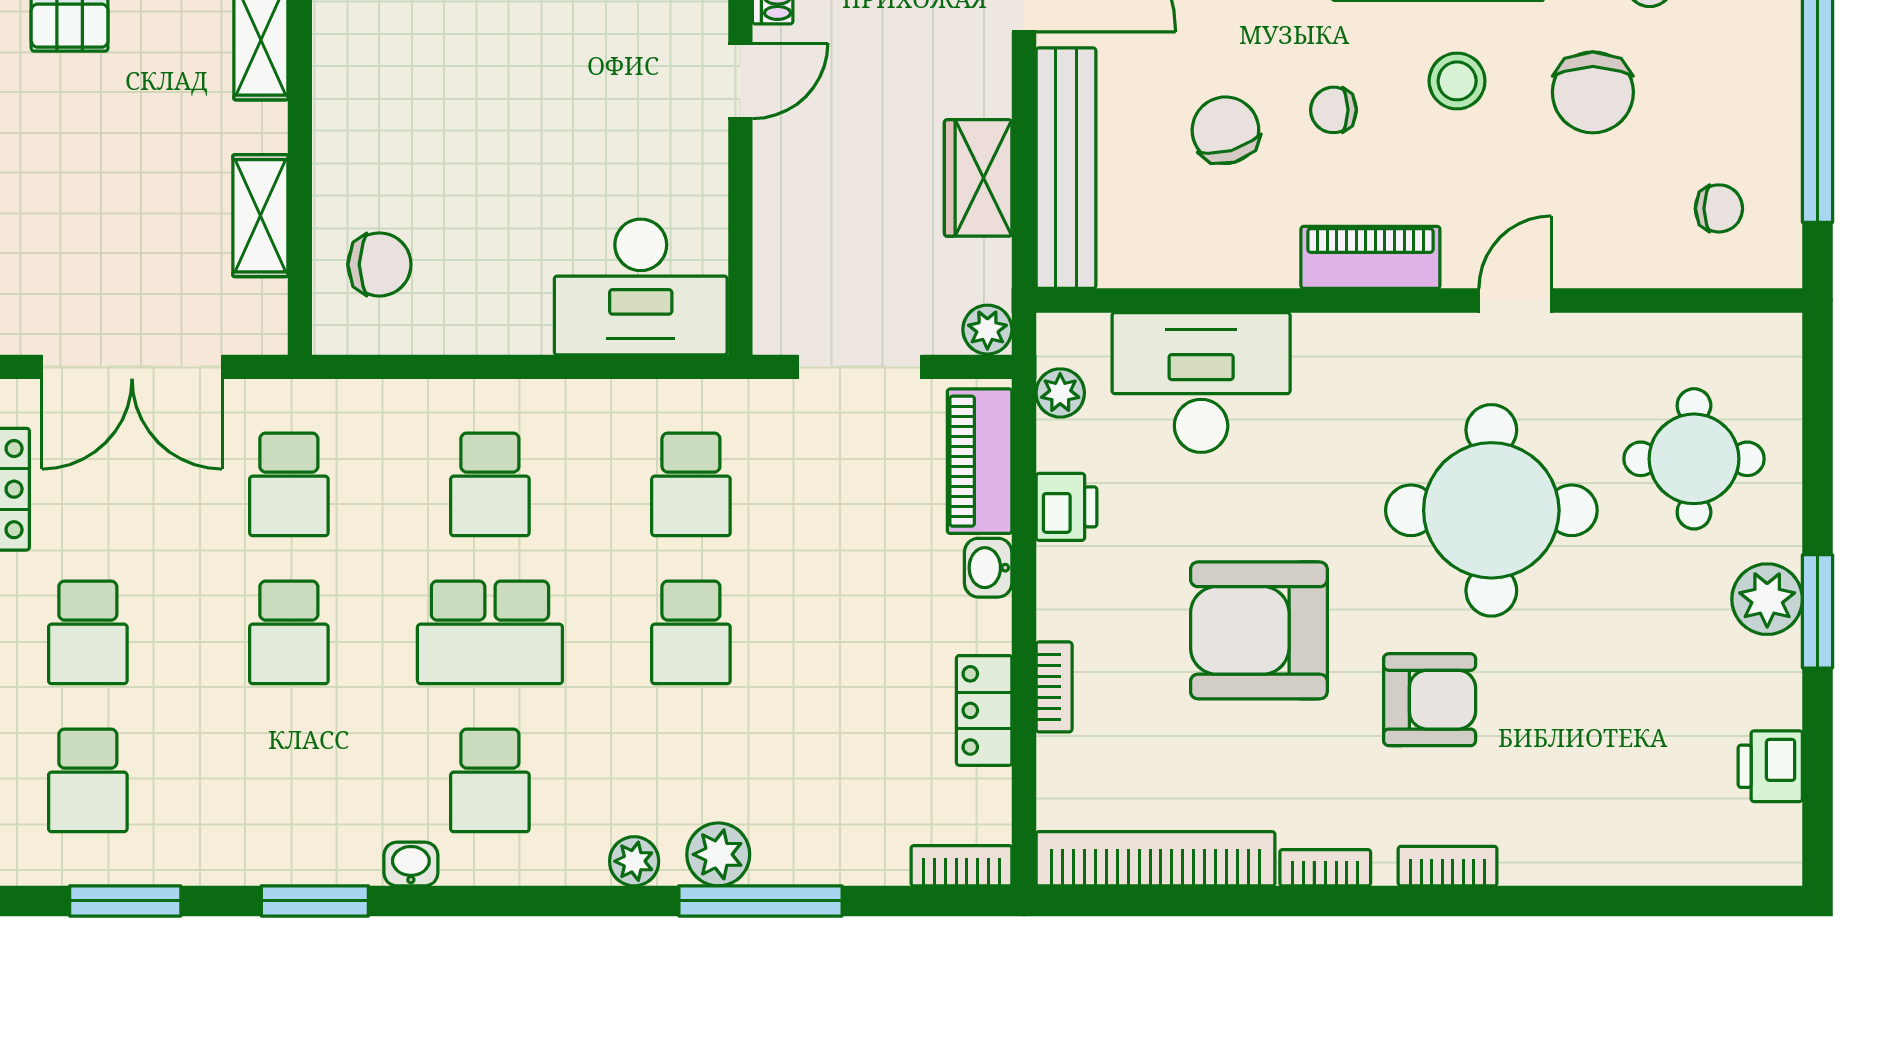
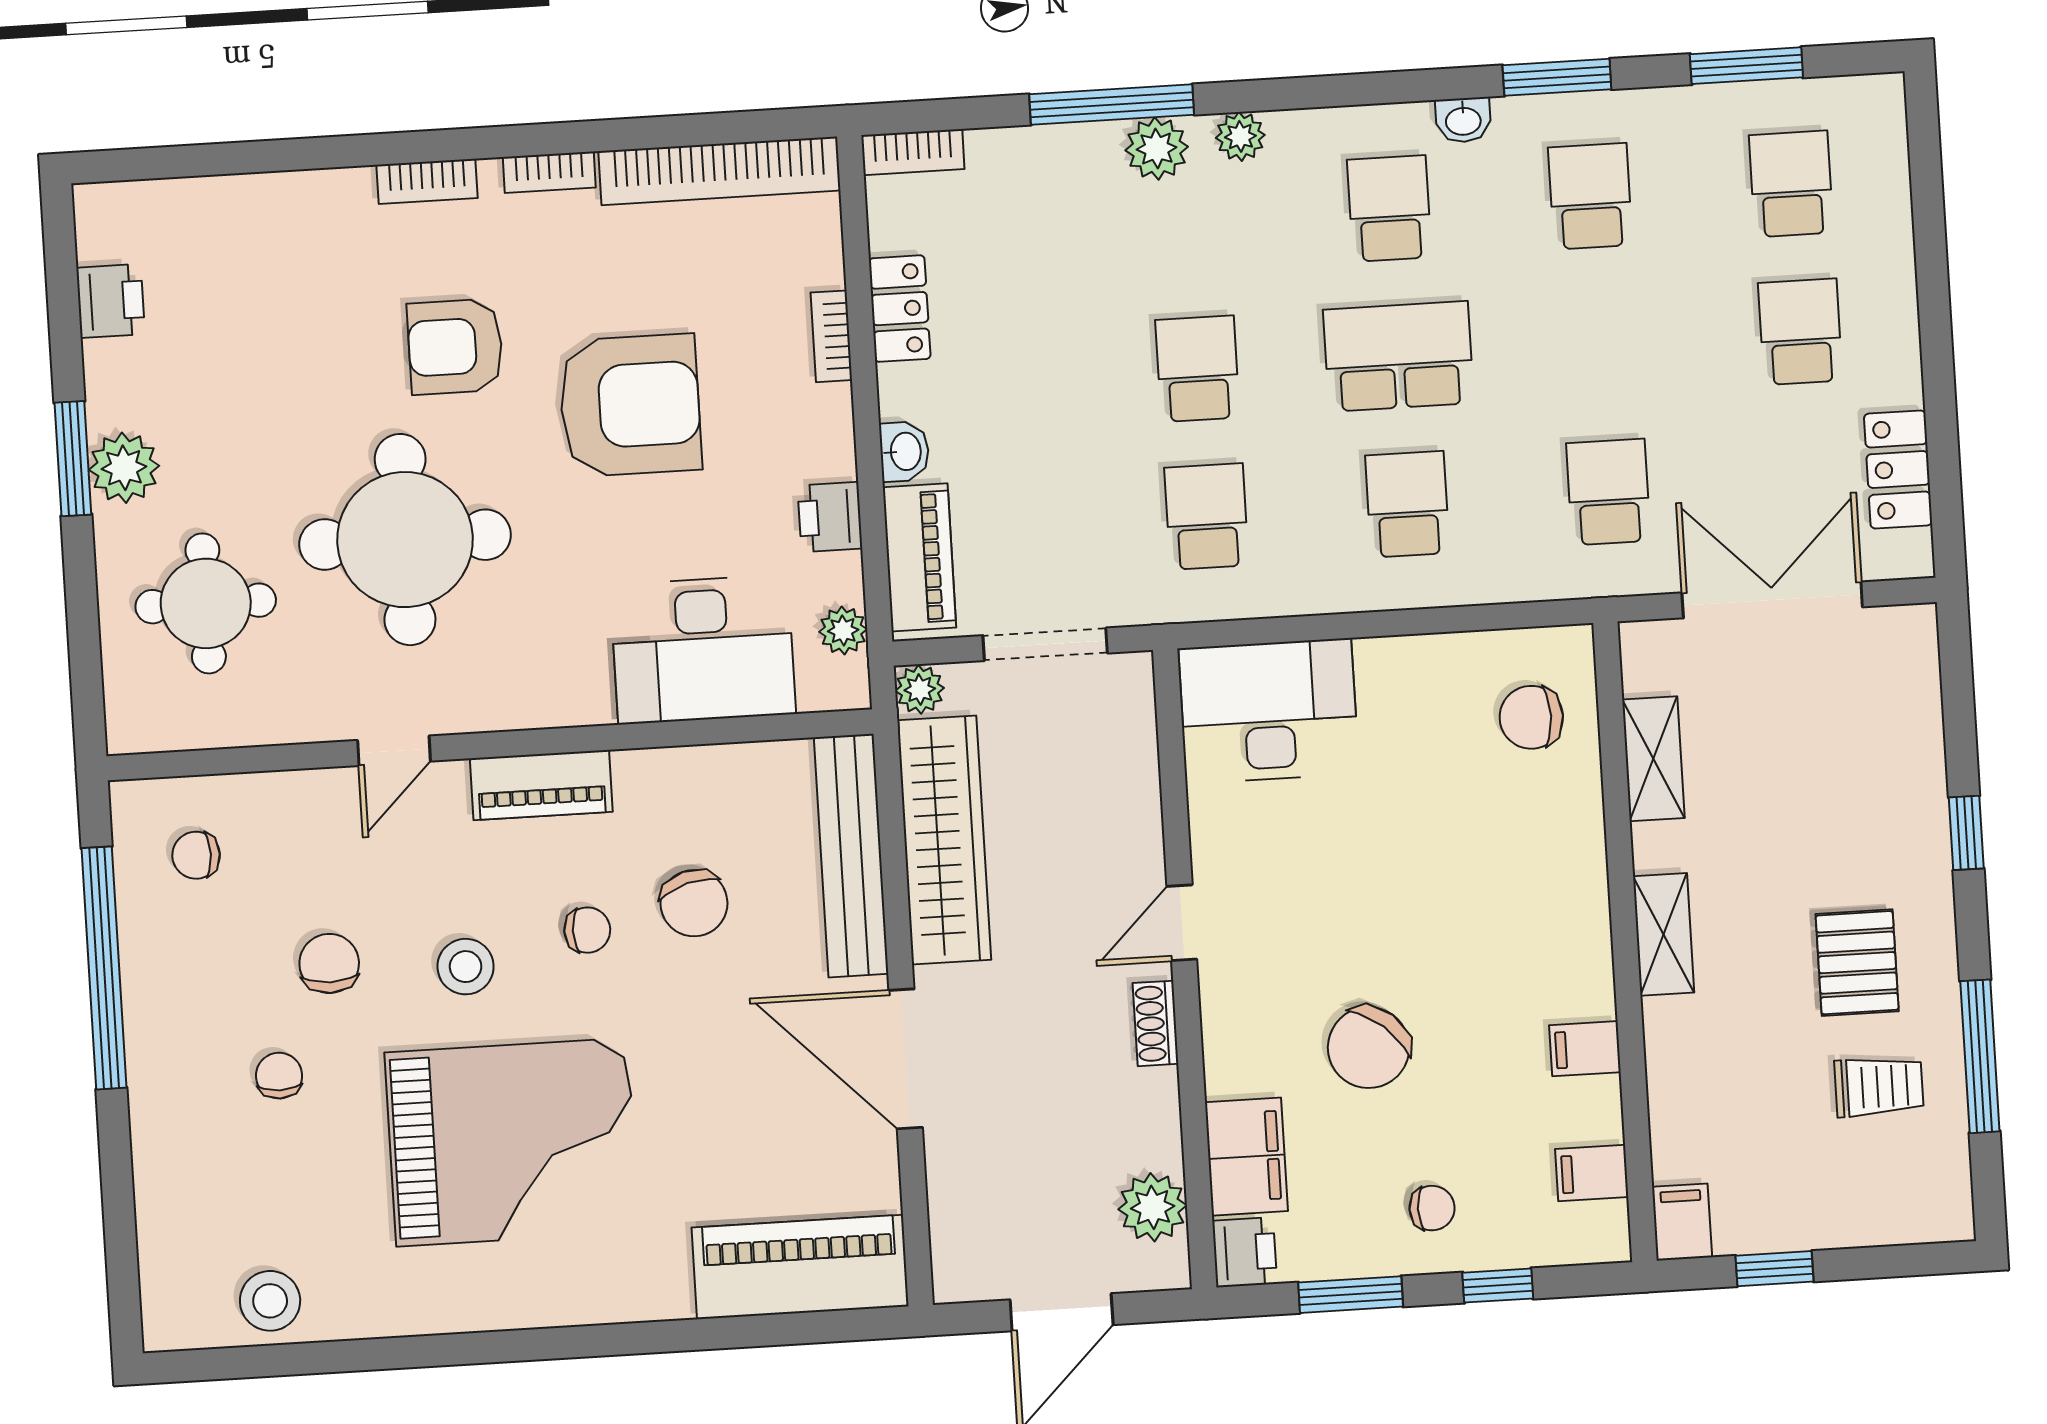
chair: (1593, 92) -> (329, 963), width x0.73, depth x0.73
wardrobe: (978, 178) -> (944, 840), width x2.10, depth x1.17
school desk: (289, 632) -> (1590, 196), moved

